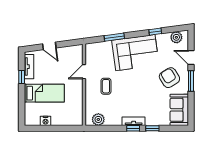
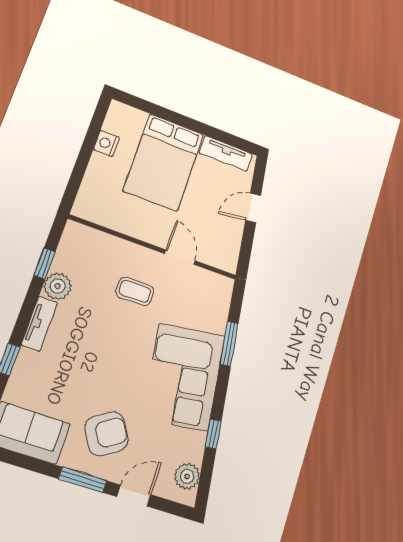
window: (22, 77) -> (210, 132), removed
bed: (44, 93) -> (164, 162), width x1.50
plant: (98, 119) -> (58, 286), moved
window: (133, 128) -> (45, 264), moved

